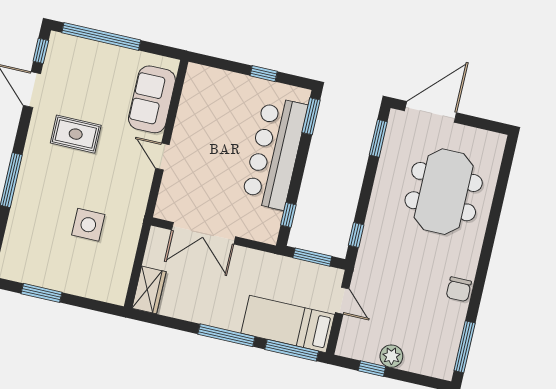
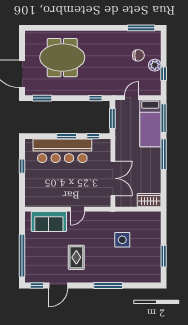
window: (311, 116) -> (67, 136), moved
chair: (459, 289) -> (138, 55), moved

